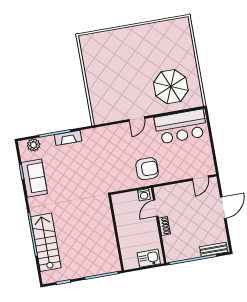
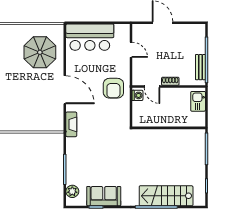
door: (137, 119) -> (65, 90), width x1.88
bar counter: (181, 127) -> (90, 37), moved, turned 90
fireplace: (68, 138) -> (71, 124), moved
armchair: (147, 169) -> (113, 88), turned 180
door: (200, 178) -> (131, 50), moved
bench: (214, 249) -> (200, 67), moved

